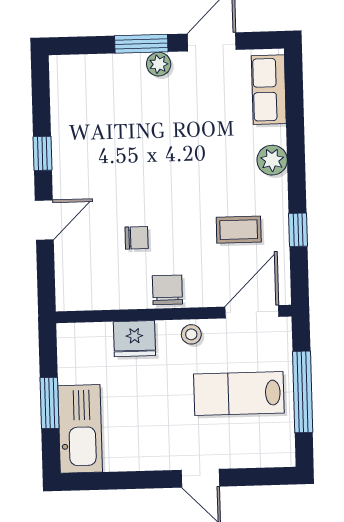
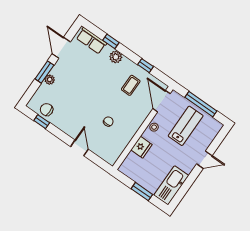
plant: (159, 64) -> (50, 80), moved
window: (295, 128) -> (111, 41), added
window: (42, 153) -> (42, 122), moved
chair: (167, 290) -> (47, 110), moved
lab bench: (239, 394) -> (186, 126), turned 180
kitchen sink: (80, 429) -> (171, 185), moved, turned -90

